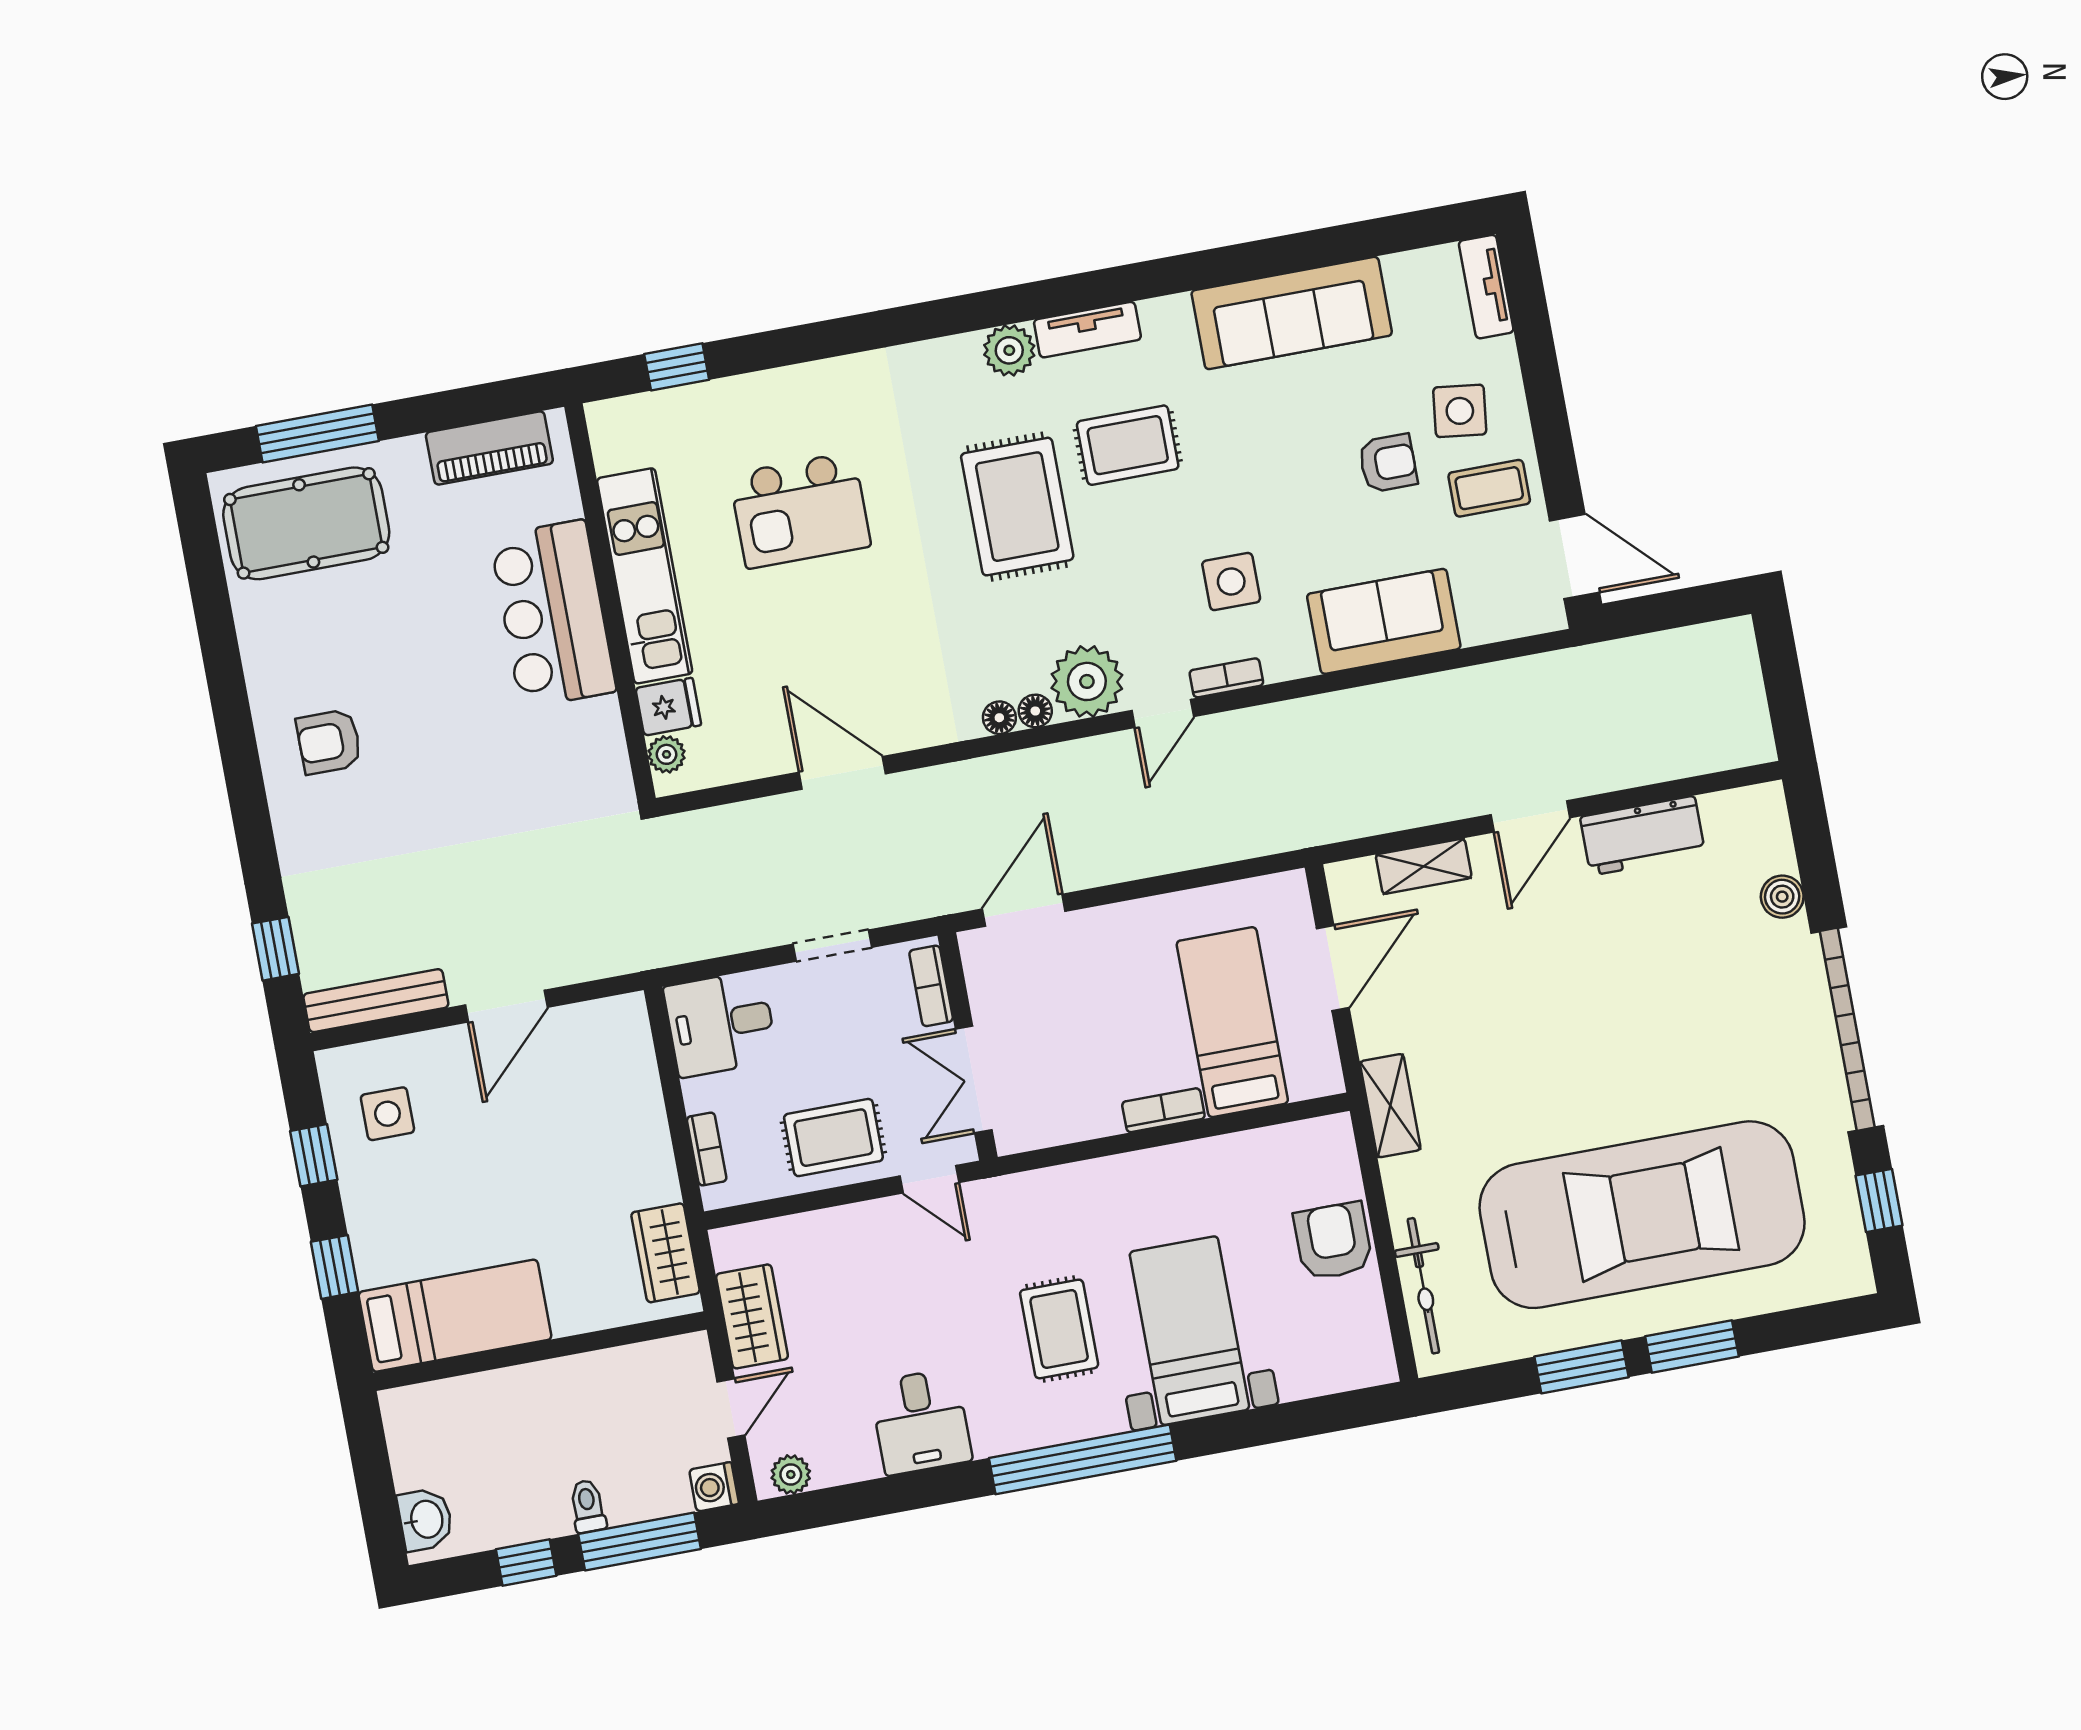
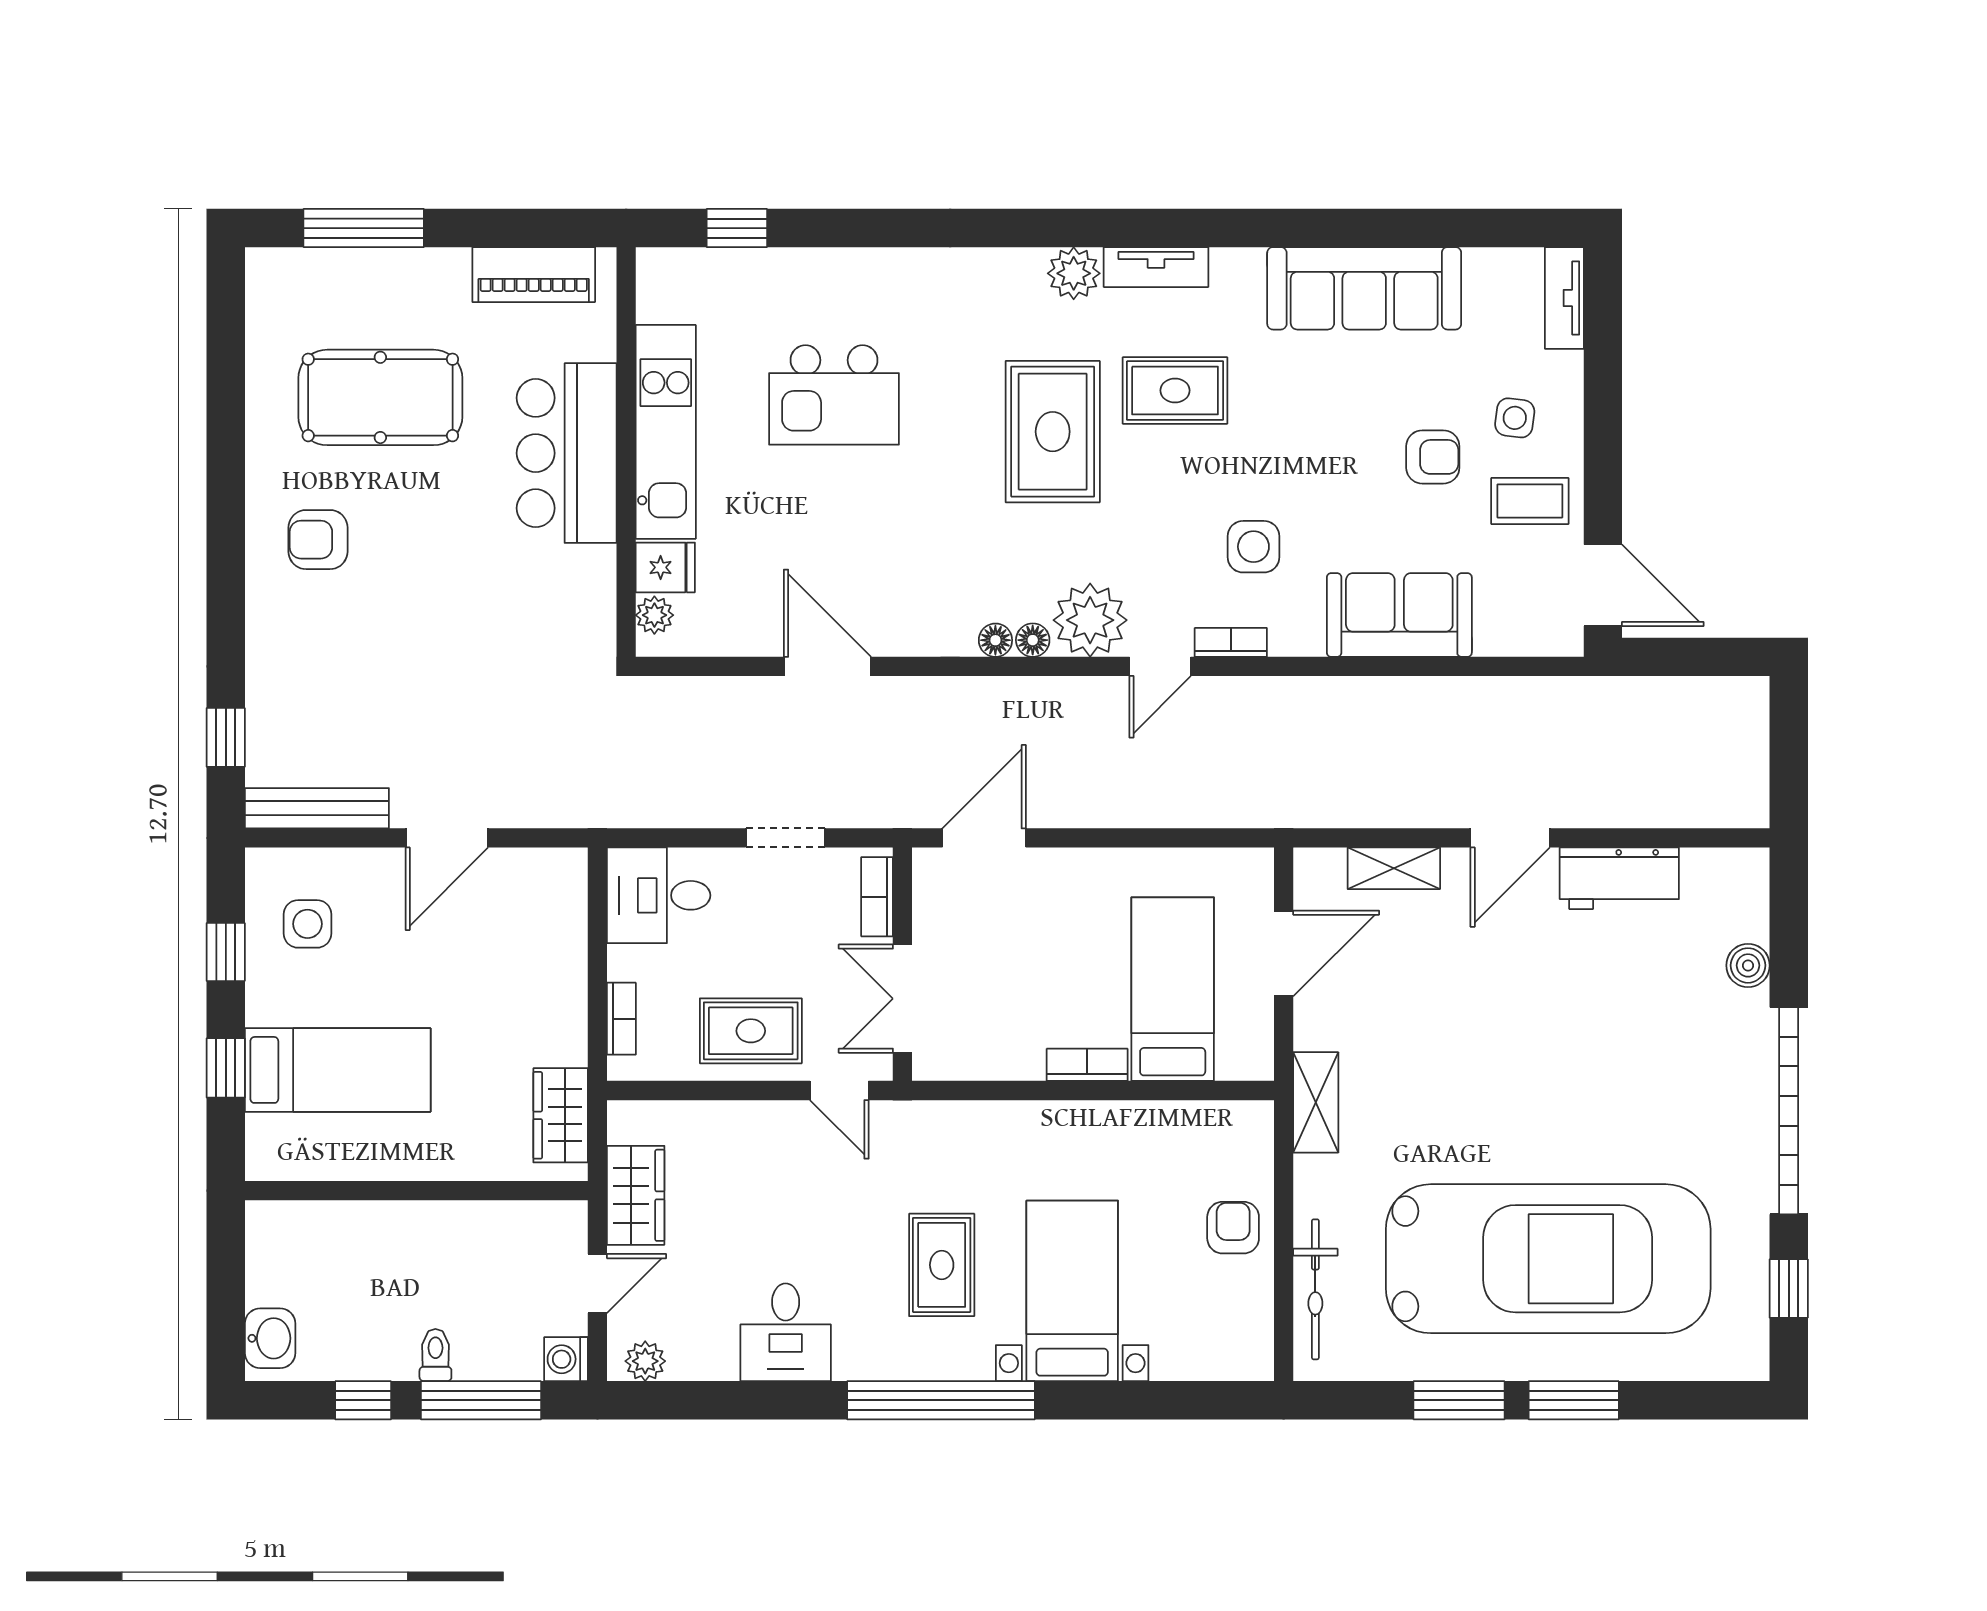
side table: (1460, 411) -> (1515, 418), width x0.73, depth x0.73
pool table: (306, 523) -> (380, 397), moved
armchair: (1333, 1241) -> (1233, 1228), width x0.72, depth x0.72
bed: (455, 1316) -> (338, 1070), moved

